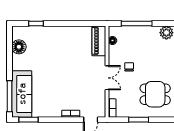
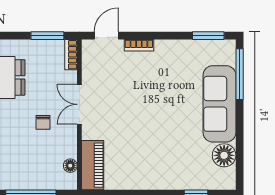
sofa: (22, 94) -> (219, 104), moved
window: (139, 120) -> (47, 36), moved

